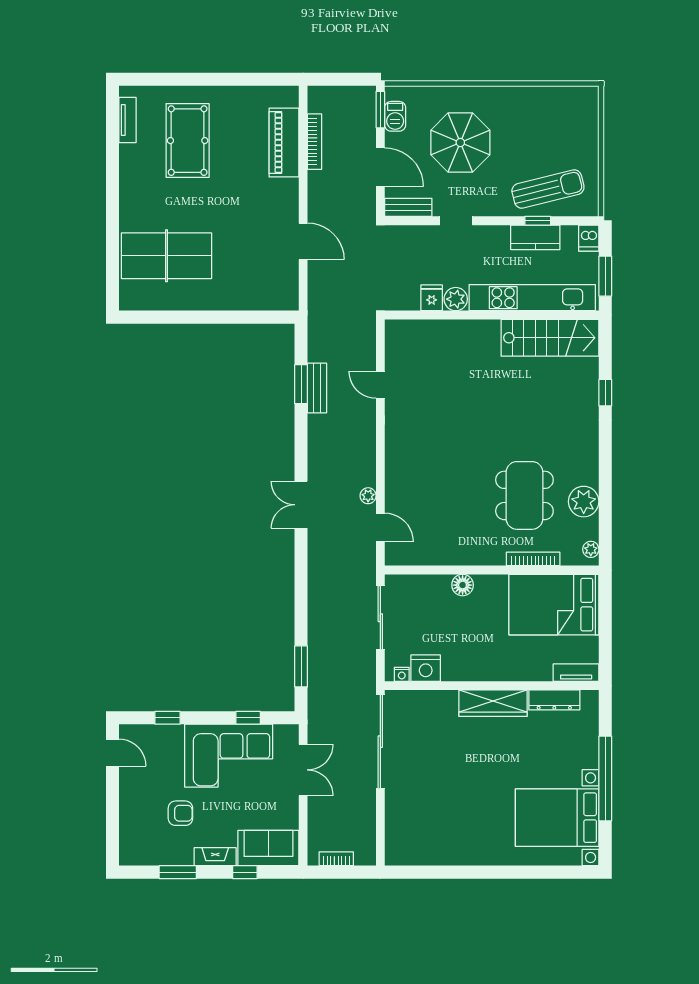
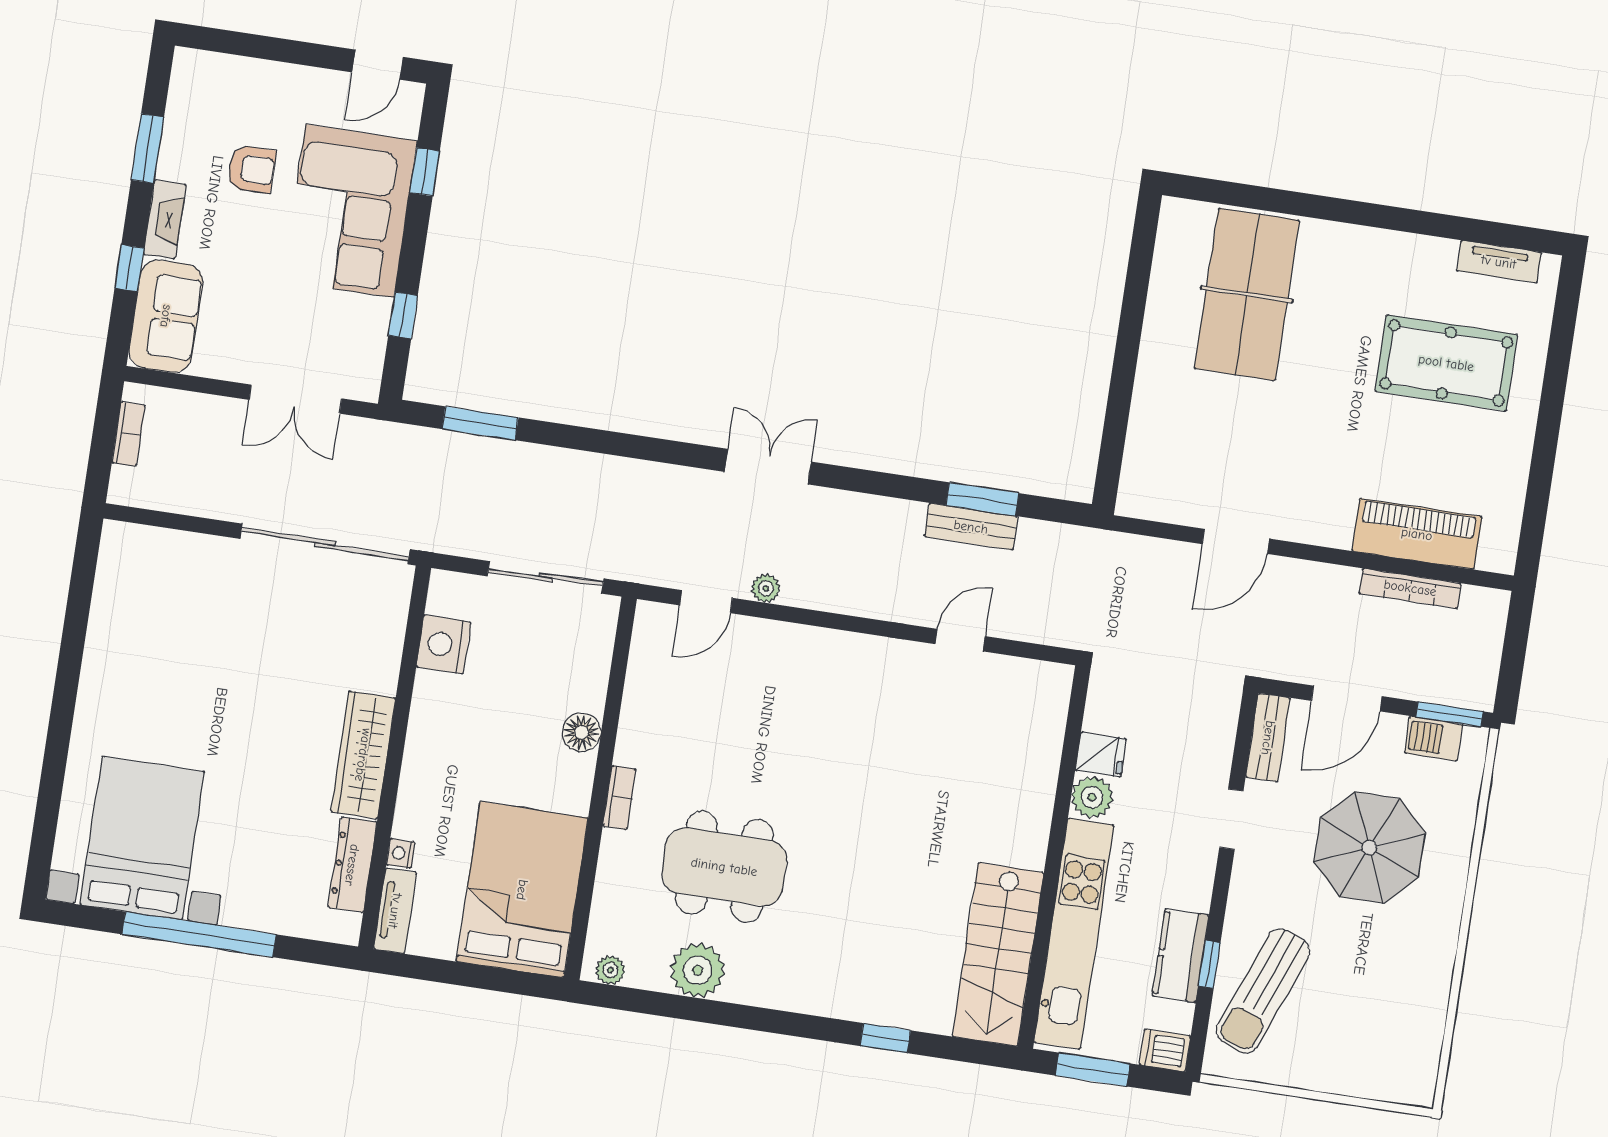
sun lounger: (548, 189) -> (1263, 991), turned 35
bookcase: (533, 559) -> (619, 798), moved, width x0.64
nightstand: (402, 674) -> (401, 853), moved
corner sofa: (229, 756) -> (350, 211), moved
armchair: (180, 813) -> (251, 169), turned -90

